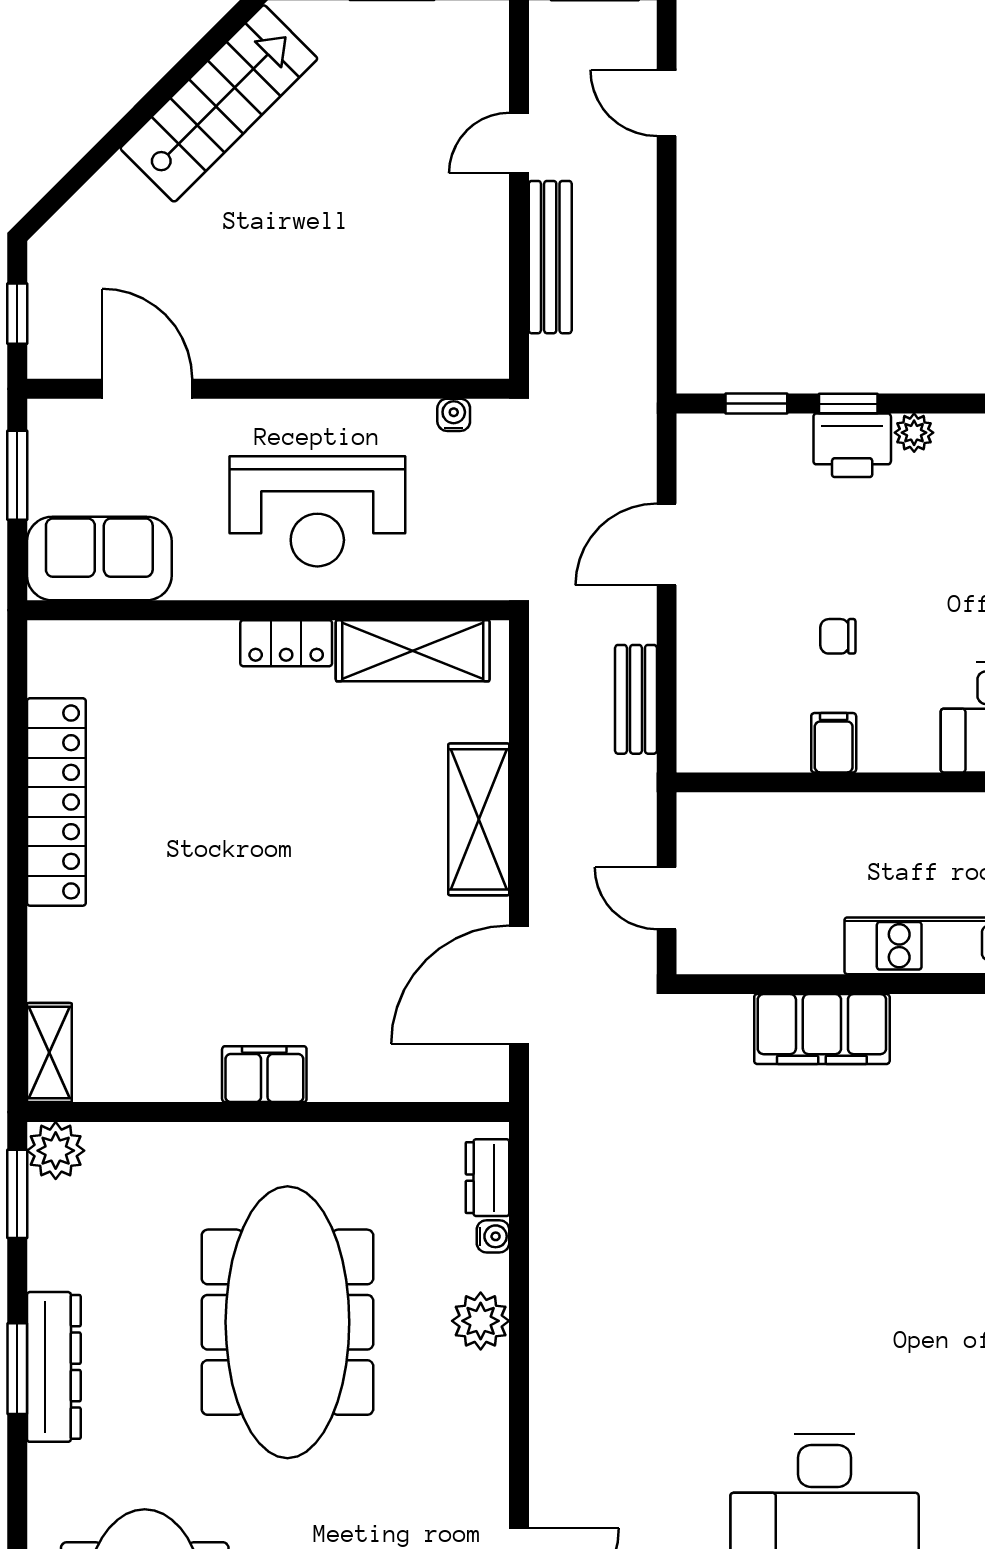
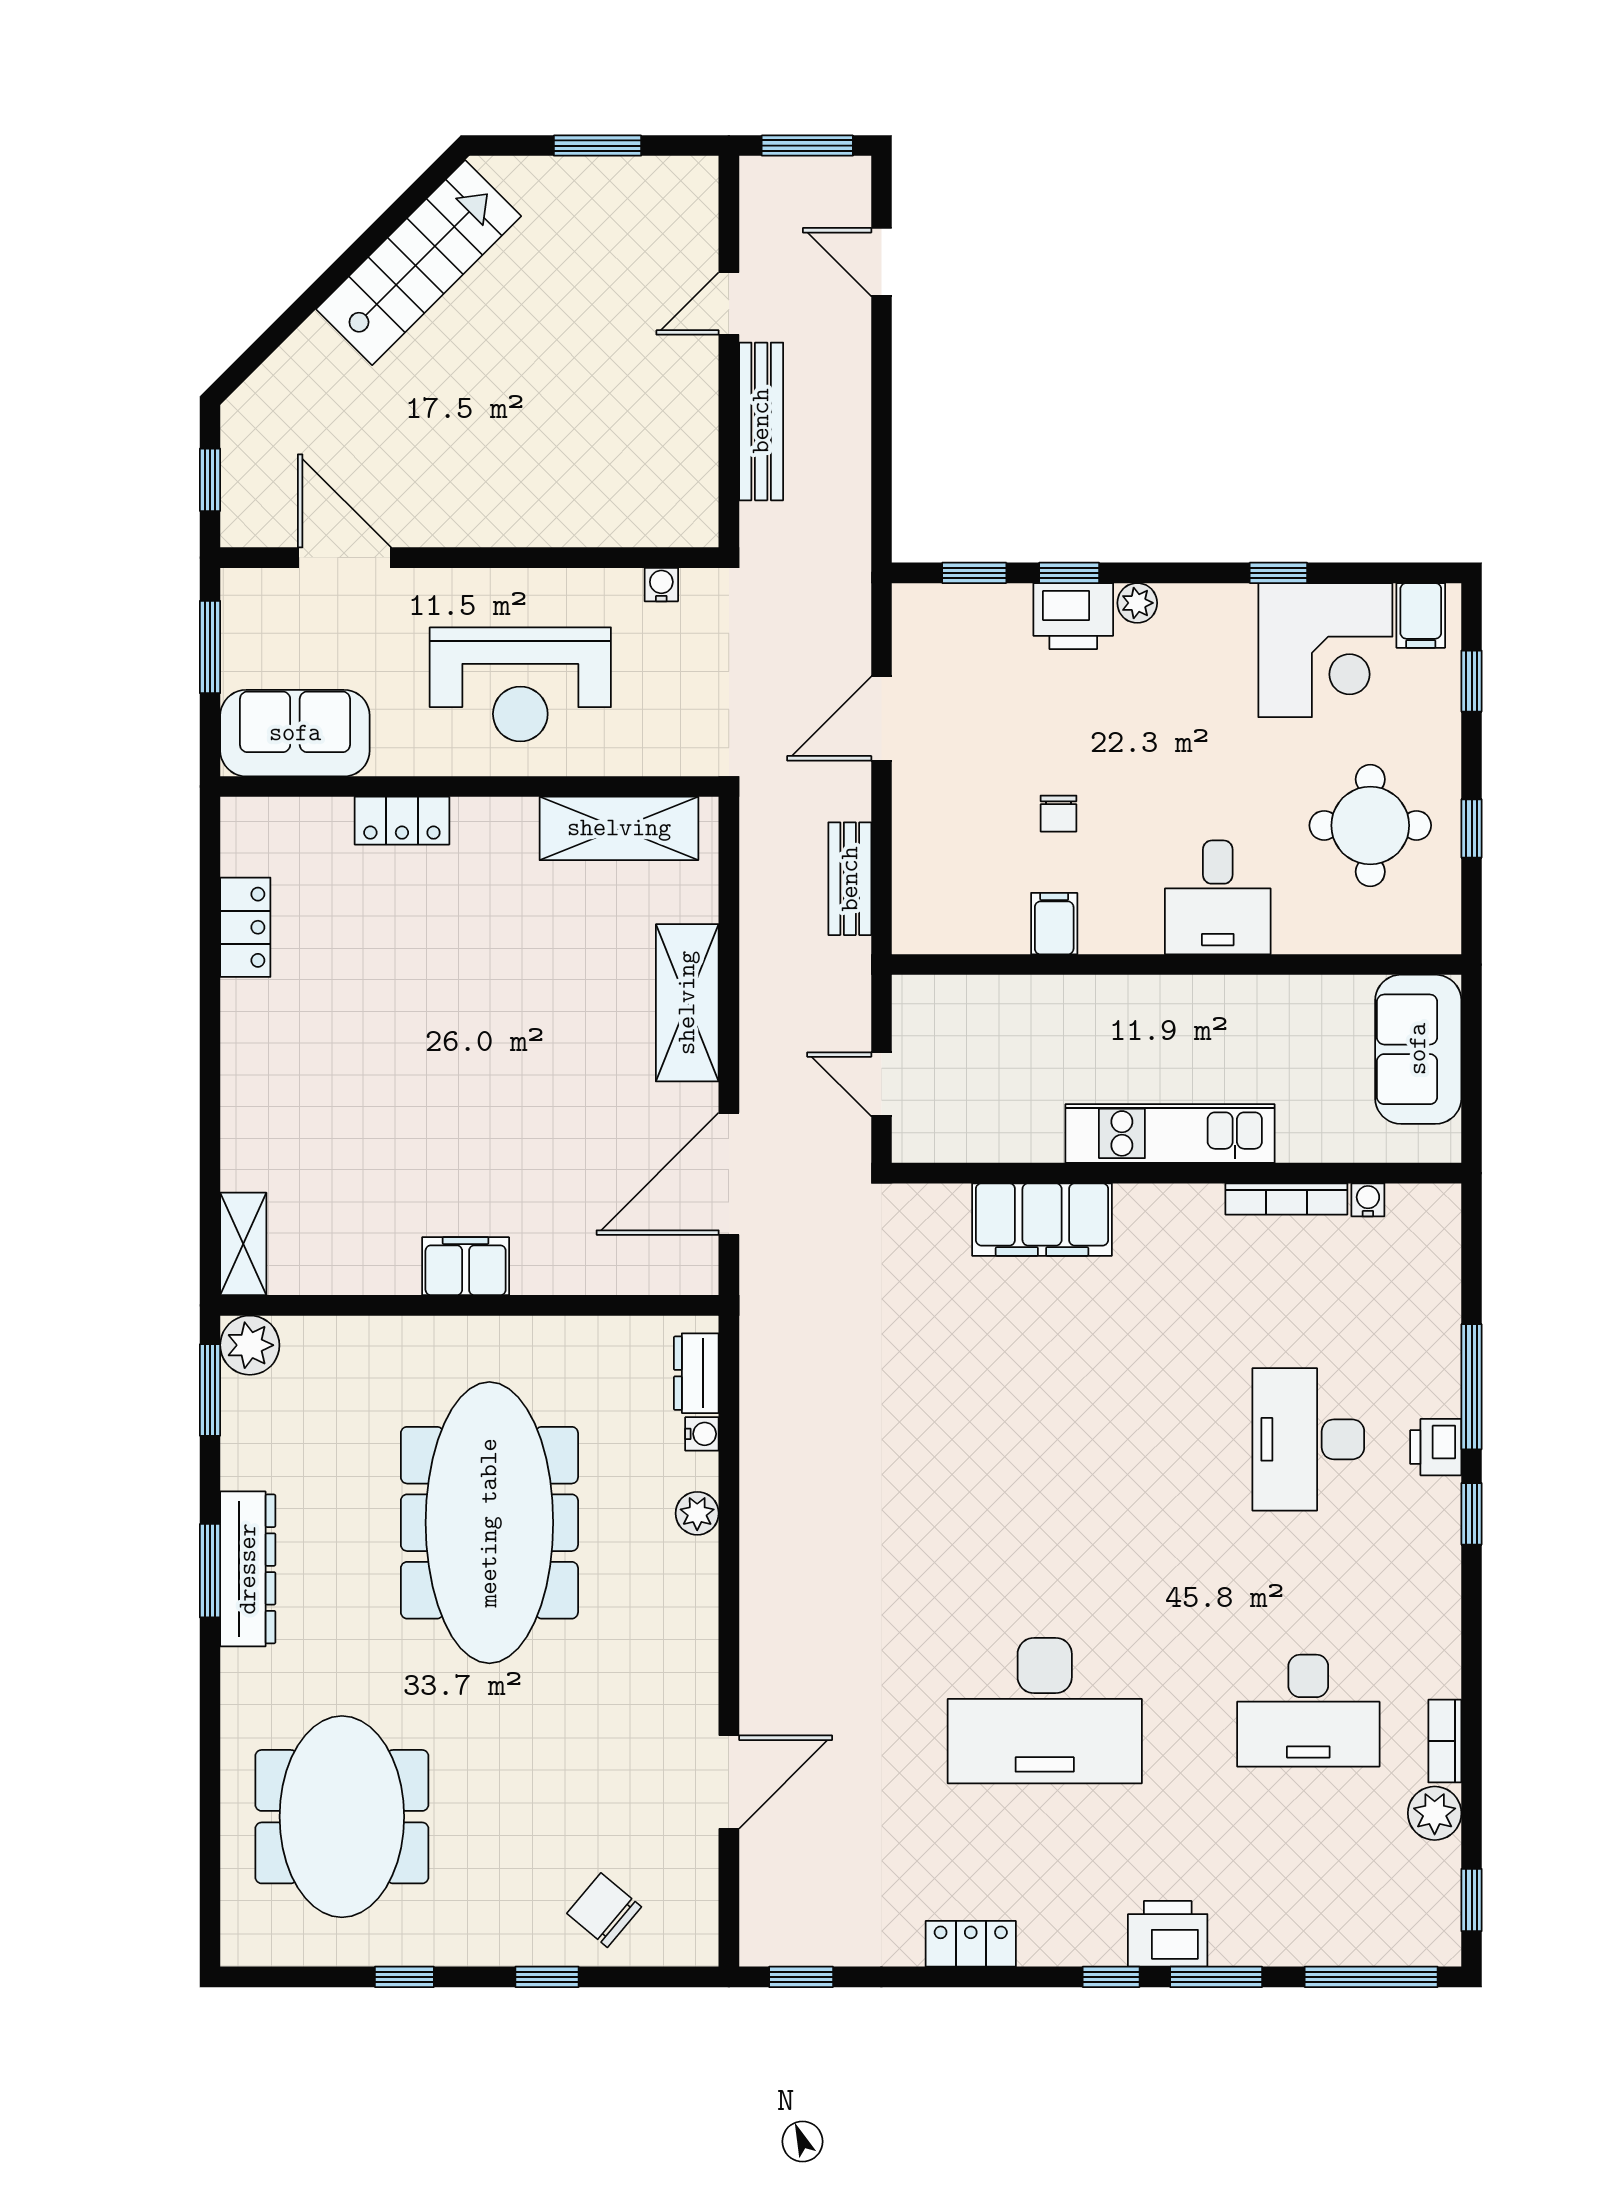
chair: (838, 636) -> (1059, 814), turned -90
locker: (286, 643) -> (402, 821), moved
locker: (56, 802) -> (245, 927), width x0.46, depth x0.83
plant: (481, 1321) -> (697, 1513), width x0.73, depth x0.73

